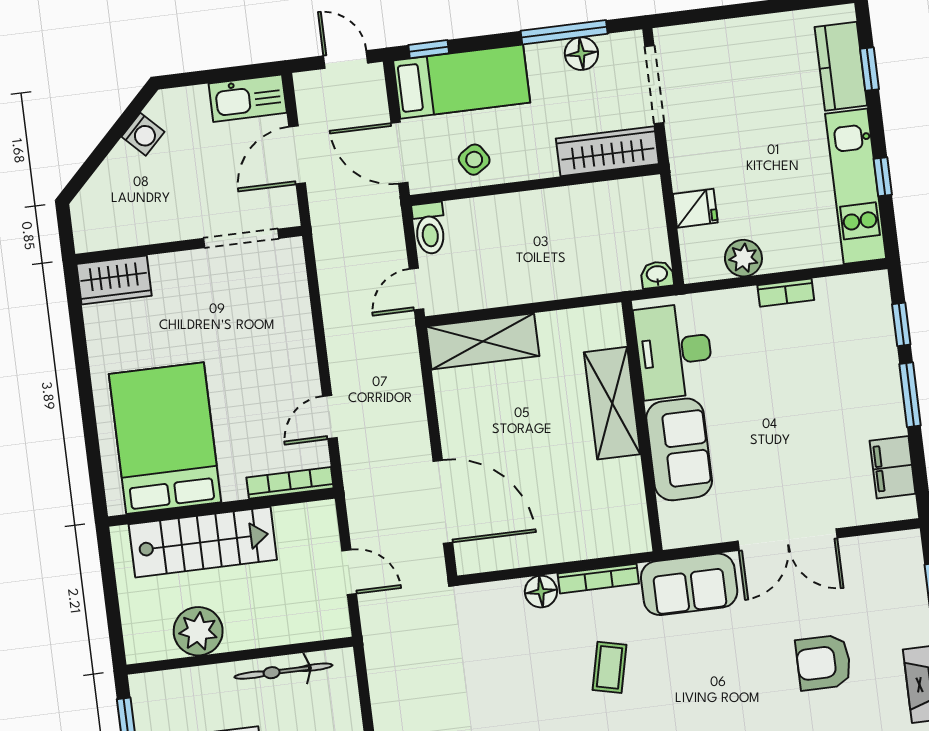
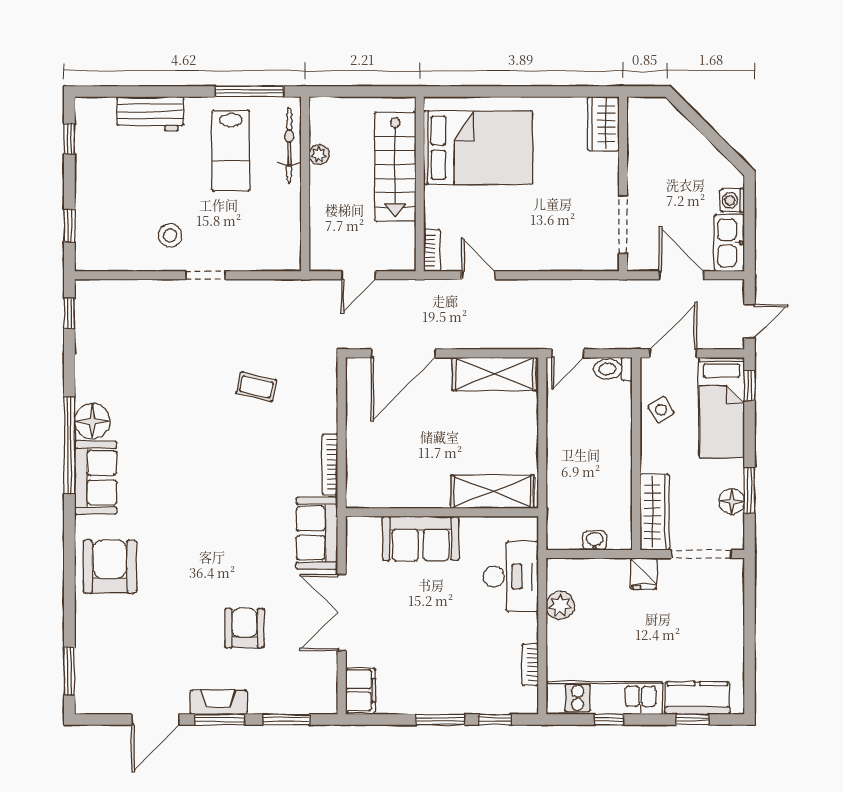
window: (564, 32) -> (749, 490), width x0.69
washing machine: (143, 134) -> (732, 200), moved, turned 45
fridge: (695, 208) -> (643, 574), moved
washbasin: (657, 275) -> (595, 540), moved, turned -90
door: (416, 289) -> (568, 353), swing flipped
bookcase: (786, 293) -> (530, 665), moved
shelving: (483, 341) -> (494, 374), moved, turned 90
desk: (674, 351) -> (511, 576), moved, turned 90
shelving: (612, 403) -> (492, 492), moved
filing cabinet: (893, 467) -> (361, 690), moved, turned 90
bookcase: (290, 483) -> (432, 250), width x0.64
floor lamp: (541, 592) -> (325, 420), removed
plant: (198, 631) -> (319, 155), width x0.53, depth x0.53
coffee table: (610, 667) -> (256, 387), moved
bicycle: (283, 671) -> (289, 145), moved

